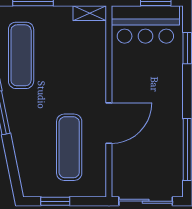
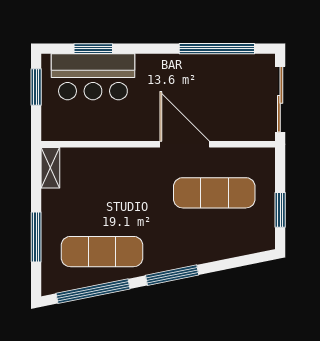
bar counter: (145, 24) -> (93, 77), moved, turned 90

